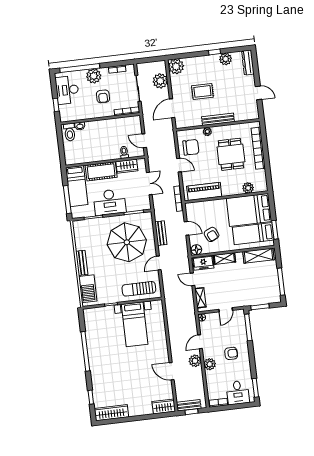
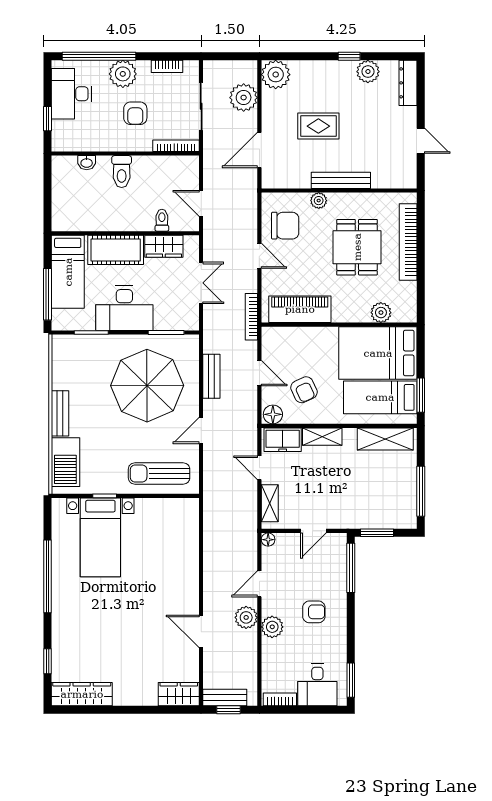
toilet: (70, 132) -> (122, 172), moved
bed with nightstands: (135, 324) -> (100, 537), moved

